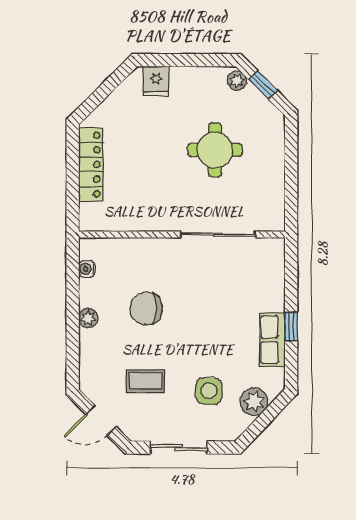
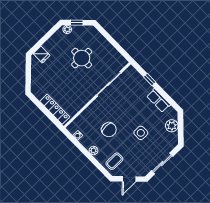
locker: (91, 165) -> (55, 109), moved
chair: (146, 309) -> (109, 130), turned -90
window: (291, 327) -> (150, 79), moved
coffee table: (145, 381) -> (114, 161), moved
side table: (209, 391) -> (141, 133), moved

